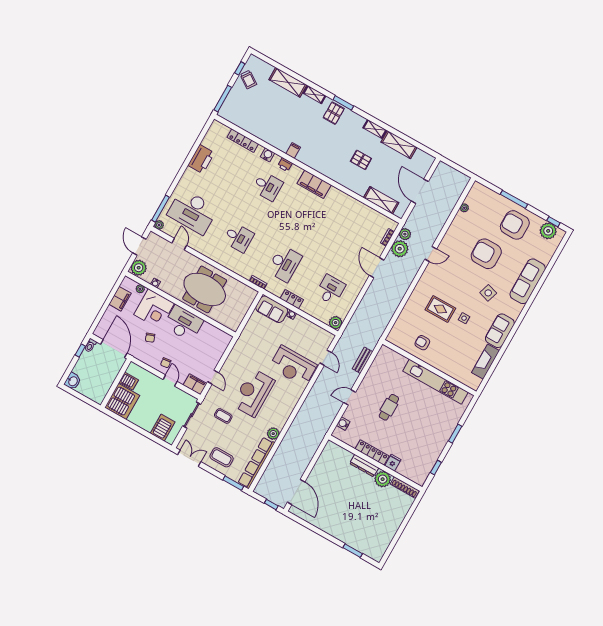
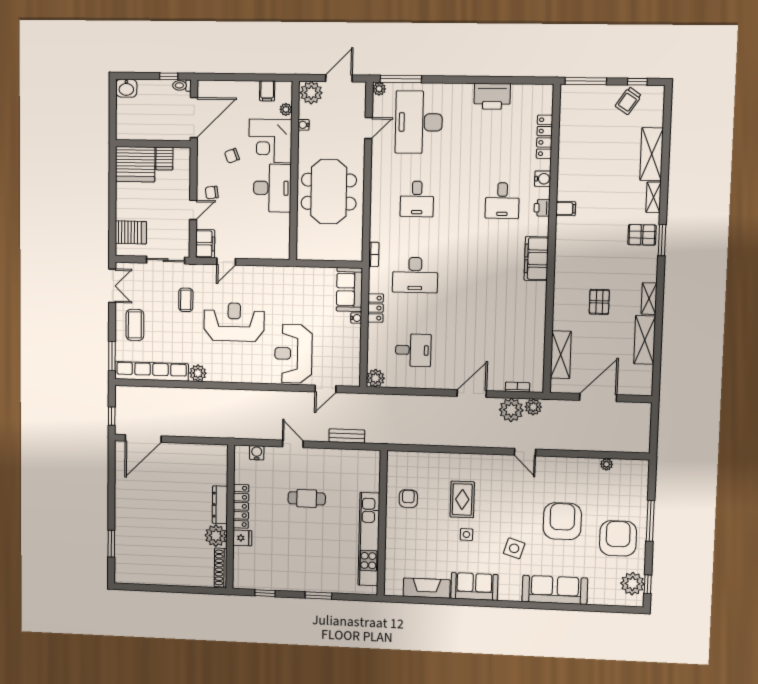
filing cabinet: (120, 299) -> (267, 91), width x0.50

